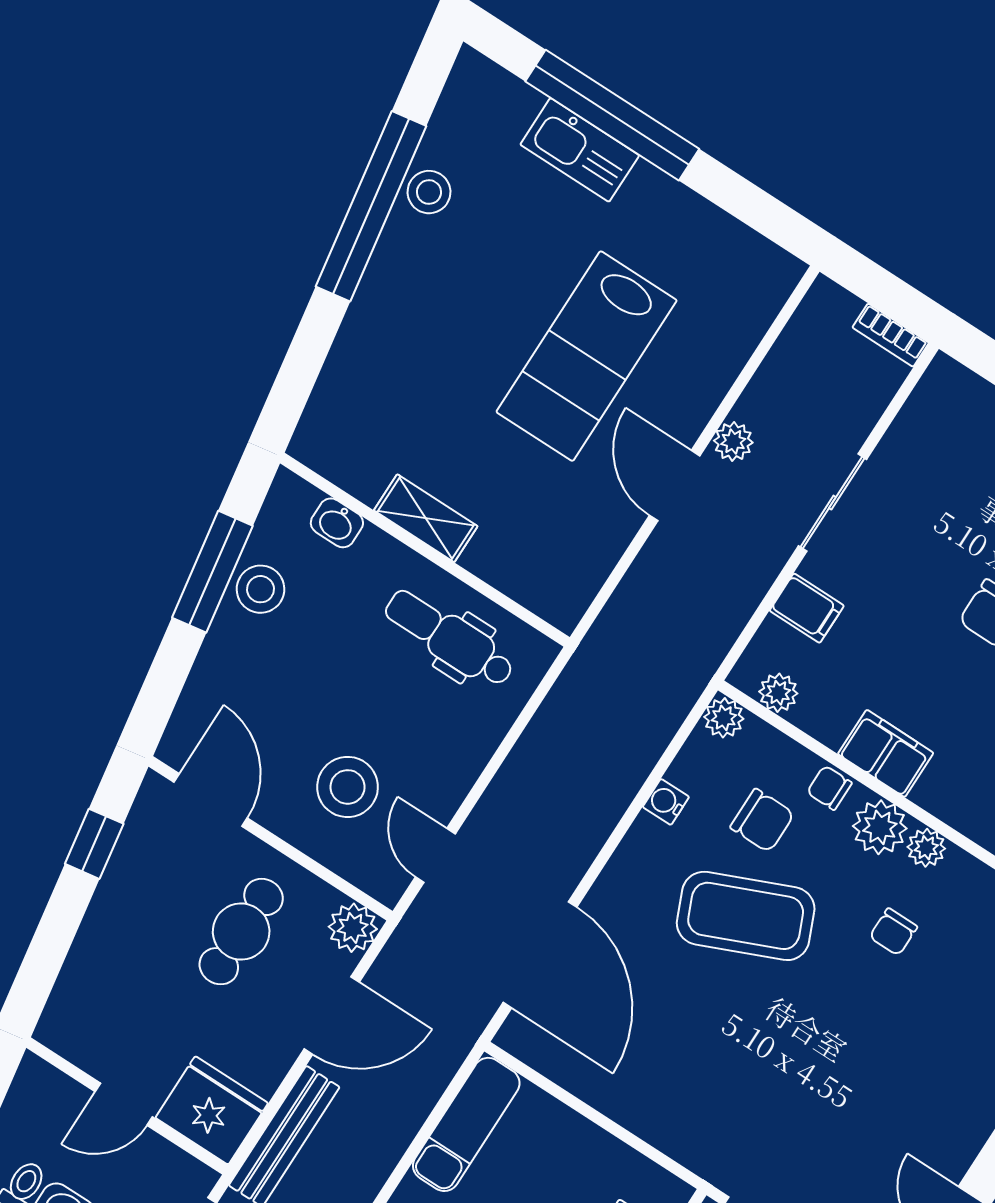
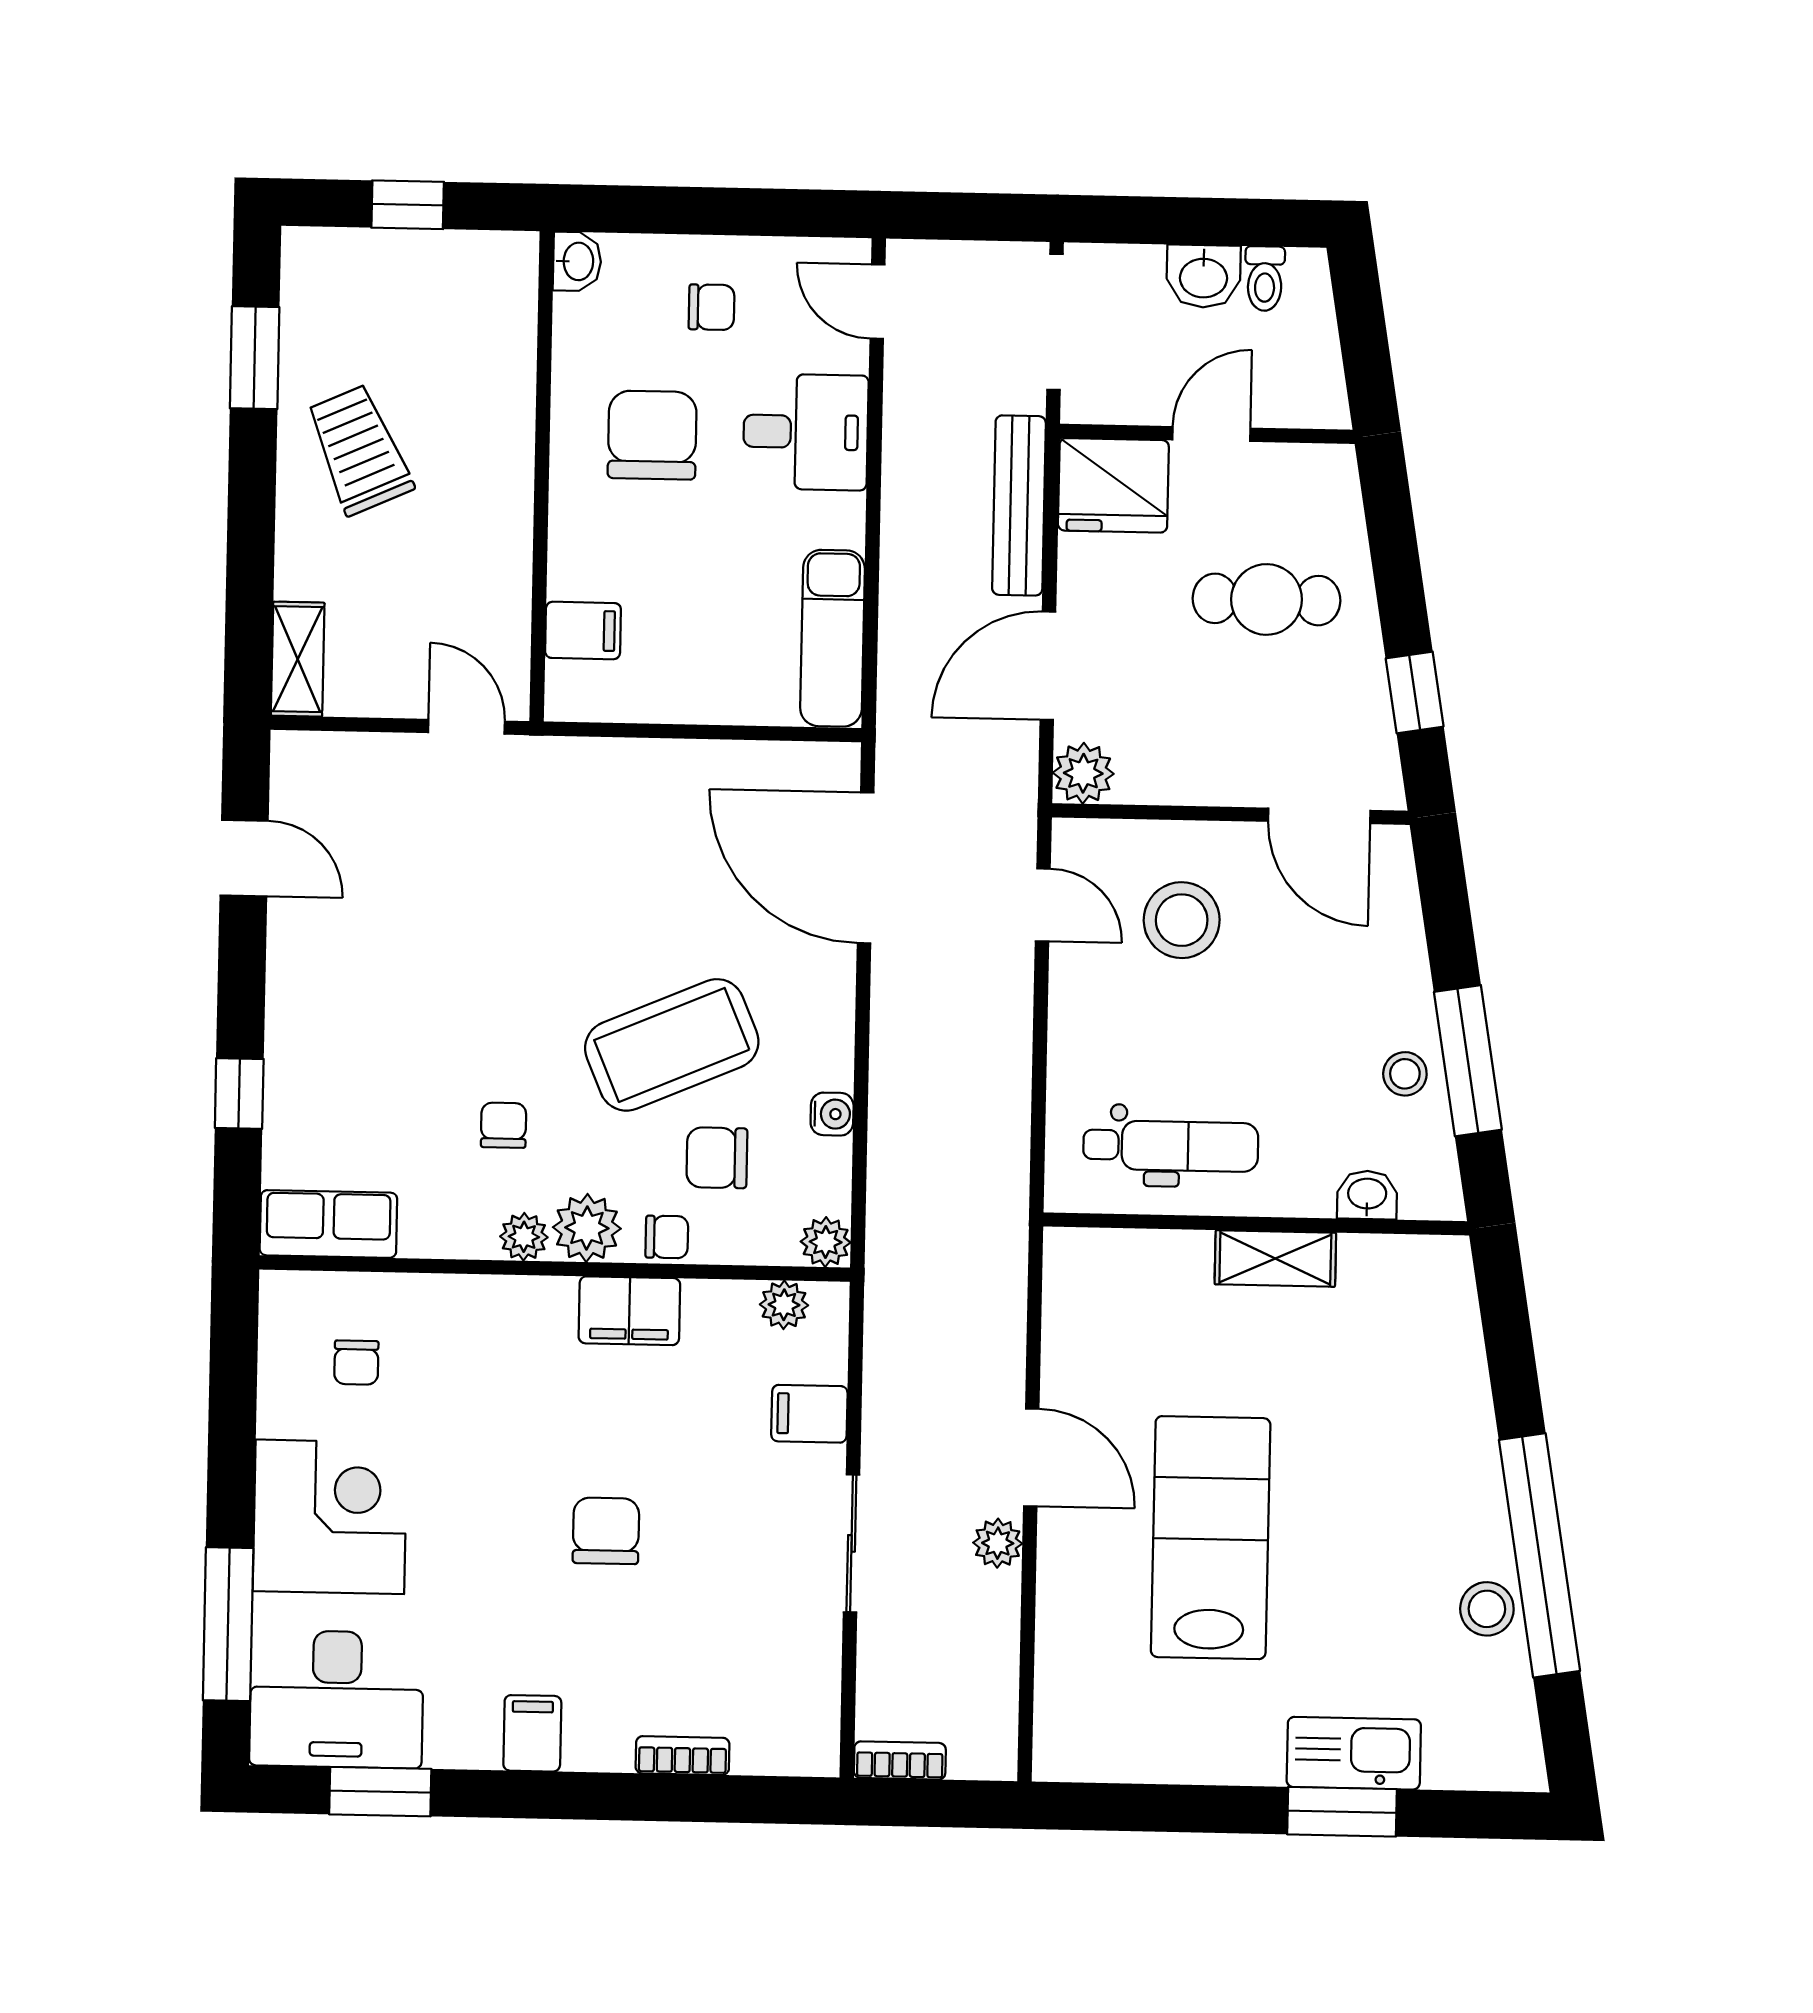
window: (612, 115) -> (1342, 1812), width x0.47
stool: (260, 589) -> (1405, 1074), width x0.73, depth x0.73
cafe table: (241, 932) -> (1266, 599), moved, turned 90

